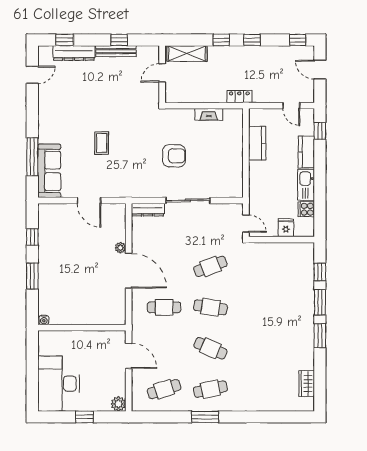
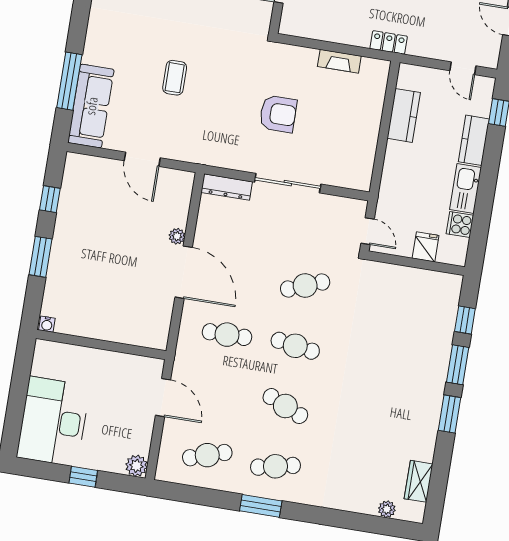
plant: (289, 405) -> (387, 509), added

